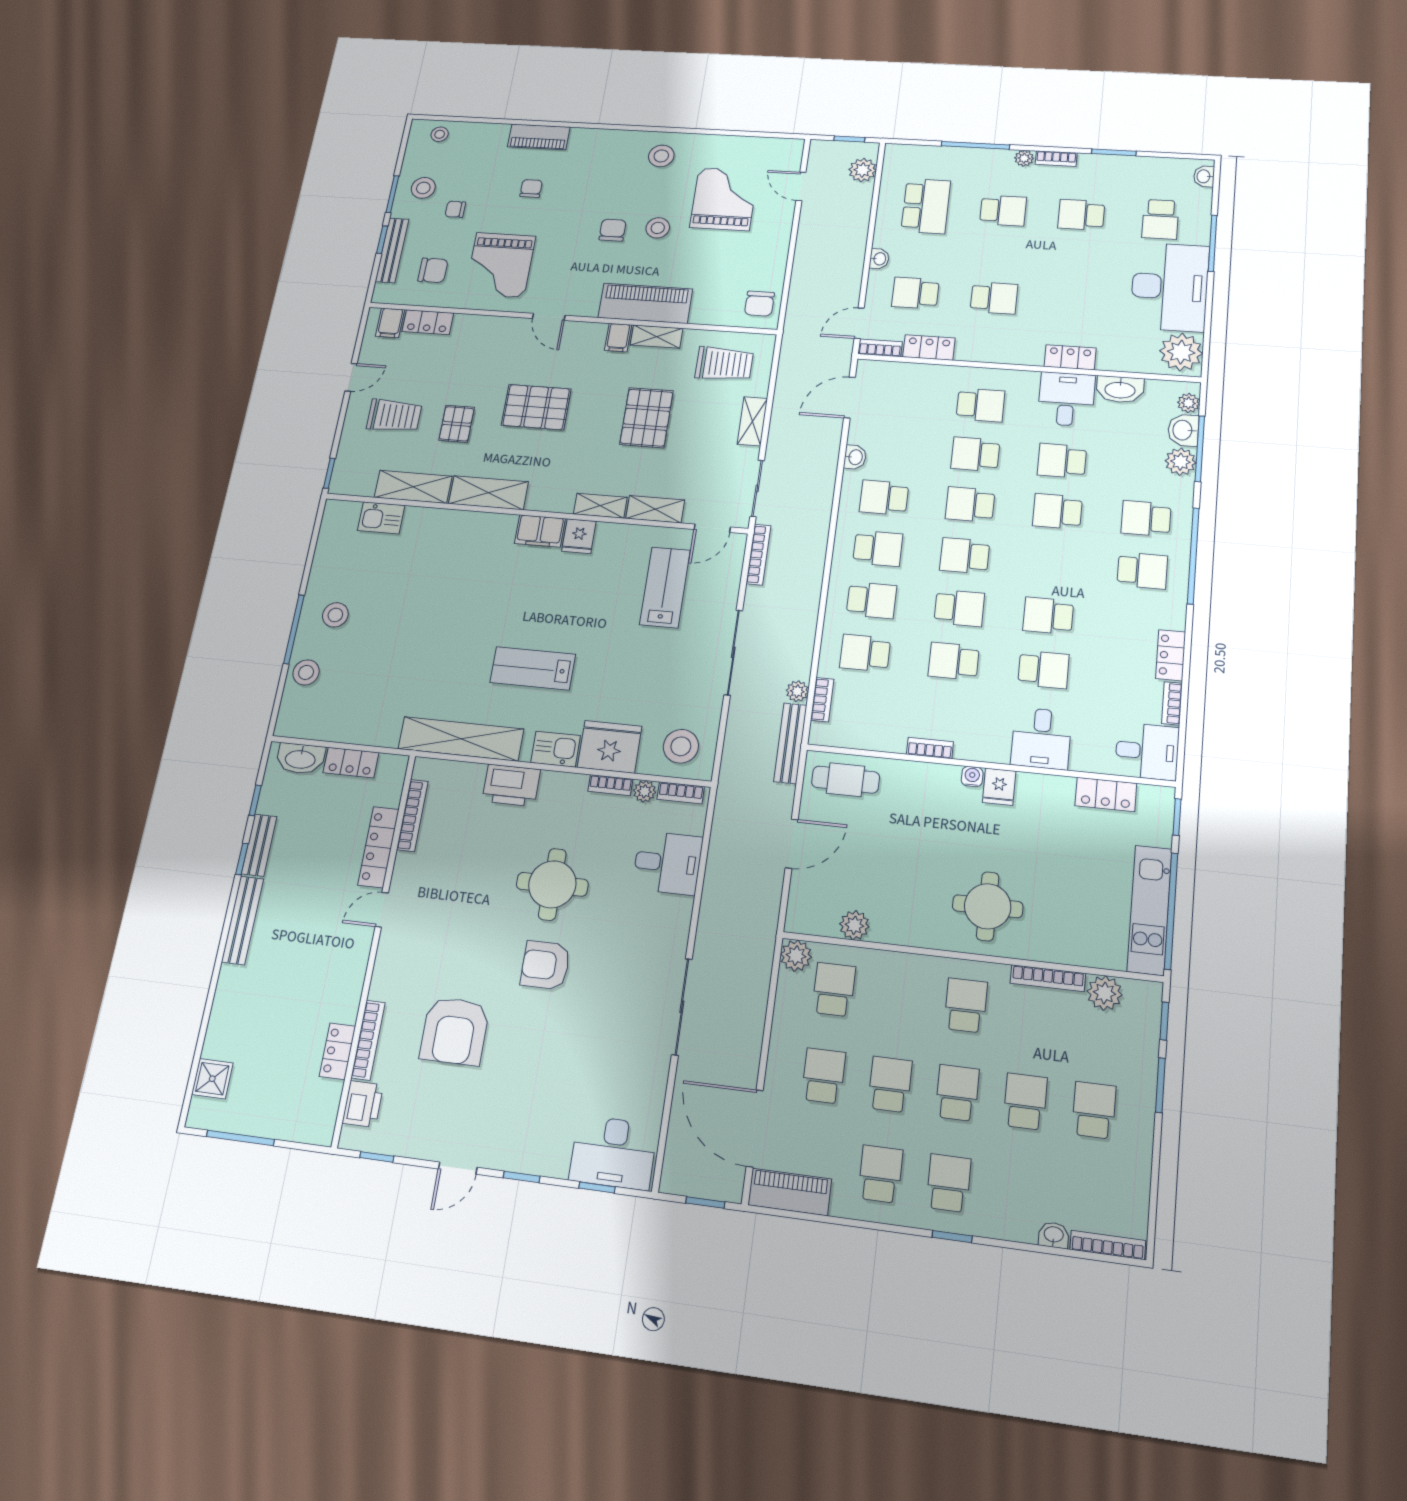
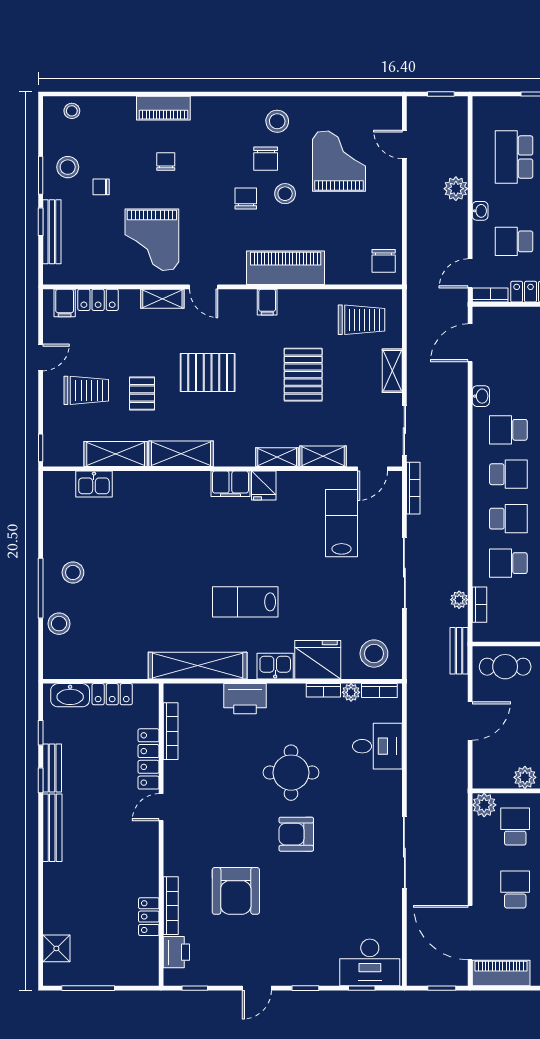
plant: (863, 170) -> (456, 189), moved
school desk: (926, 206) -> (514, 157), turned 180
chair: (433, 270) -> (266, 159), moved, turned 90
shelving: (657, 337) -> (162, 299), moved
bench: (790, 743) -> (459, 651), width x0.73

